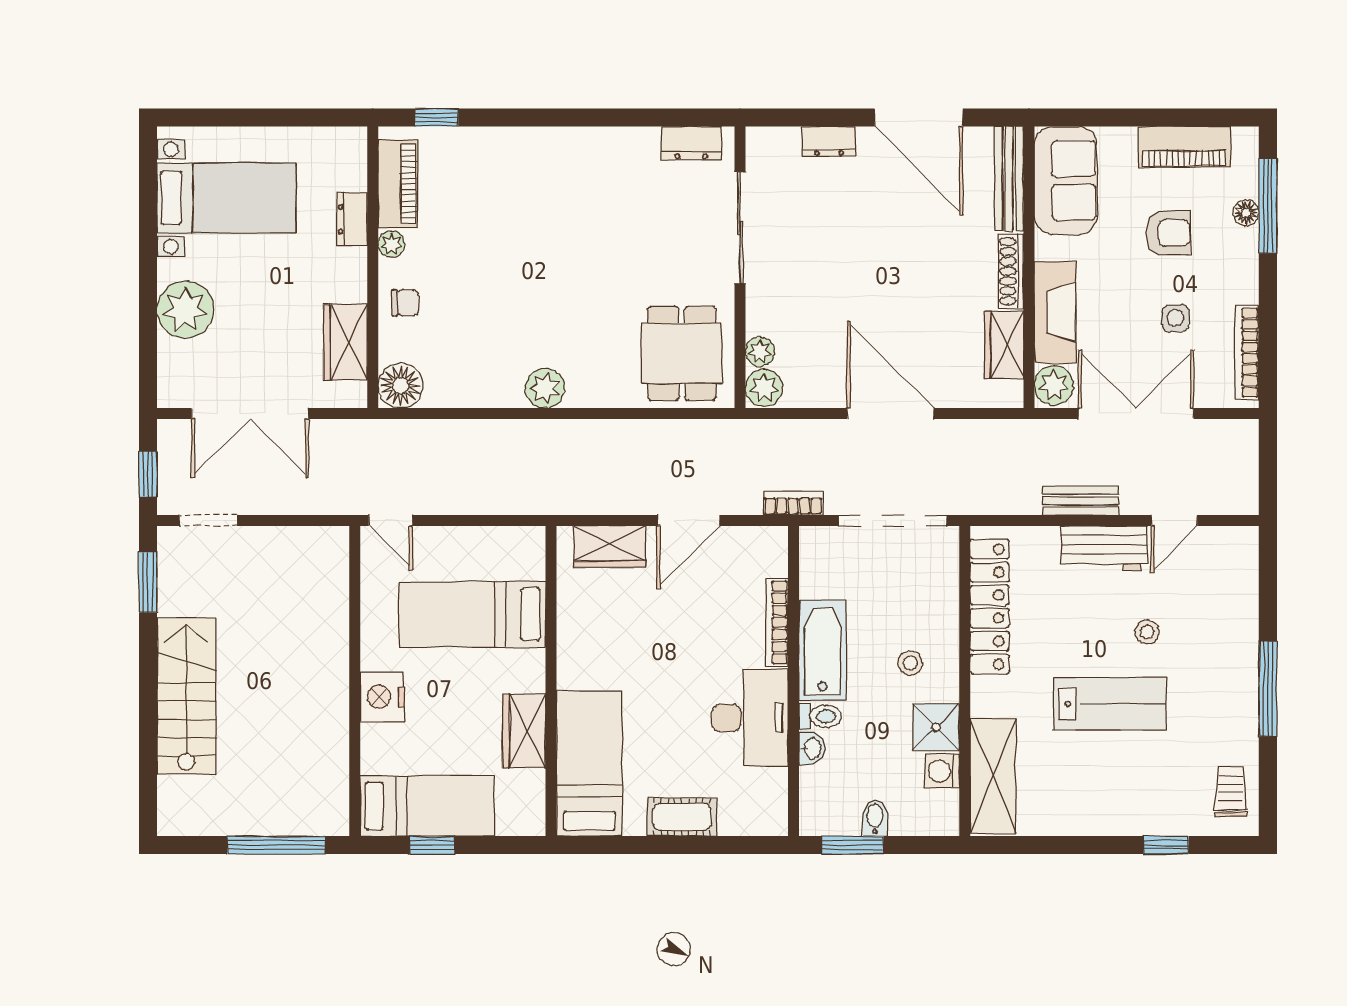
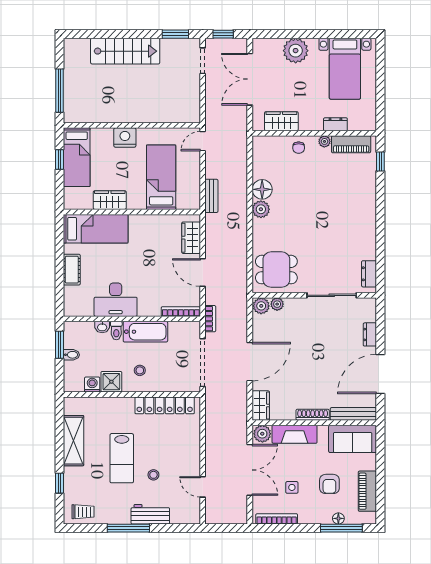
wardrobe: (1004, 345) -> (261, 406), moved, turned 90
floor lamp: (401, 386) -> (262, 189), moved
bench: (1081, 501) -> (211, 196), moved
workbench: (1104, 548) -> (150, 514), moved, turned 90
bookcase: (777, 622) -> (181, 312), moved
shelving: (993, 776) -> (73, 441), moved, turned 90

